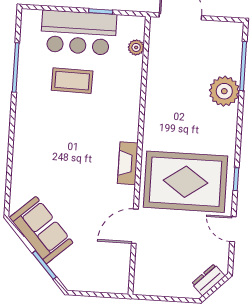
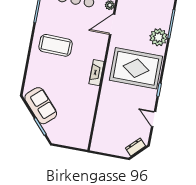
coffee table: (72, 81) -> (56, 45), moved, width x1.36, depth x1.32
rug: (185, 182) -> (136, 68), moved
door: (135, 226) -> (112, 24), moved

